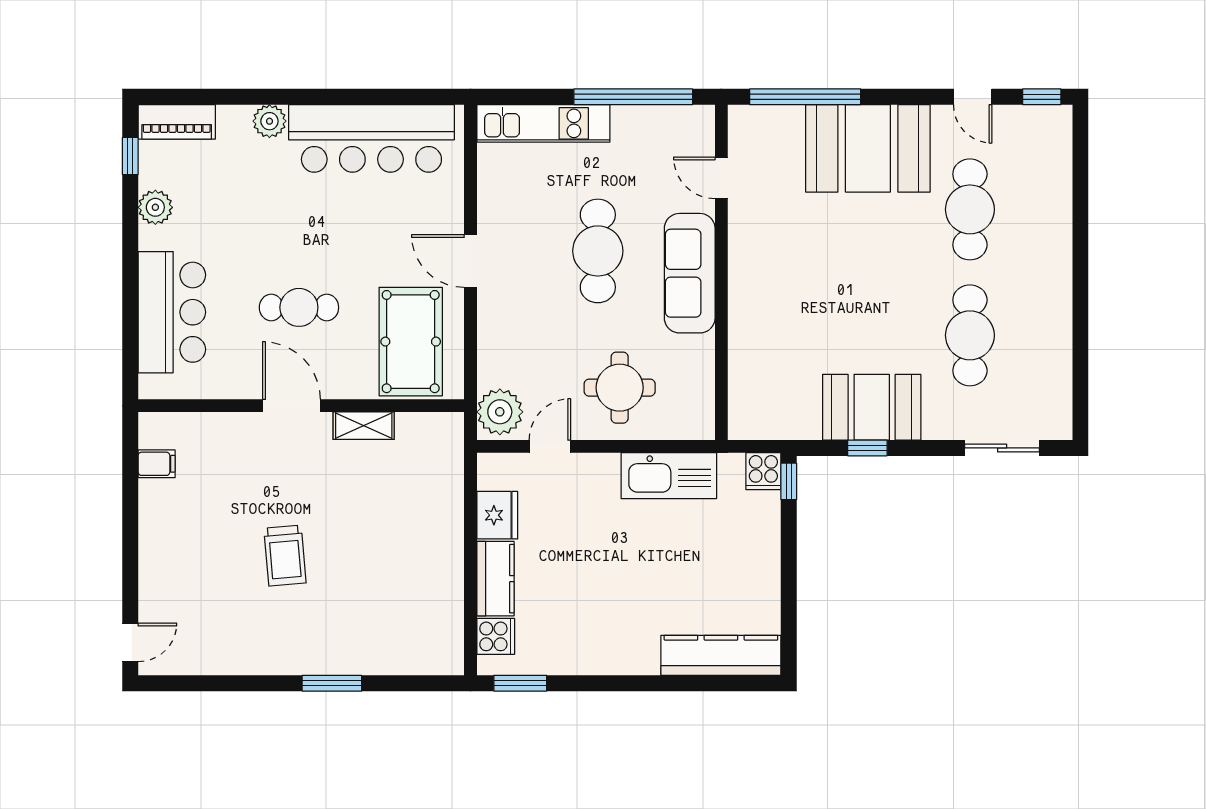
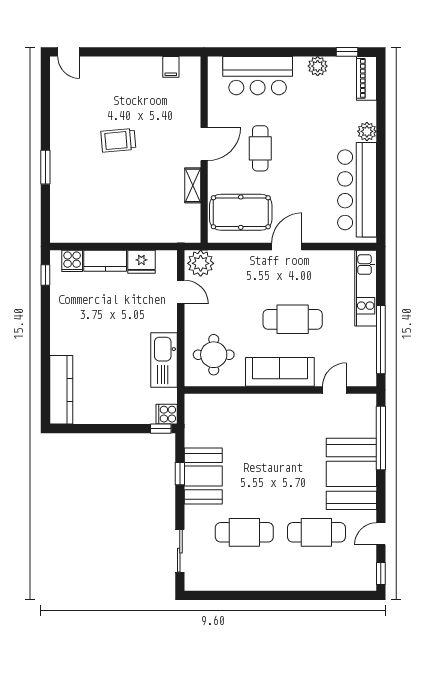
round table: (620, 388) -> (214, 355), moved
window: (520, 683) -> (45, 275), width x0.67

